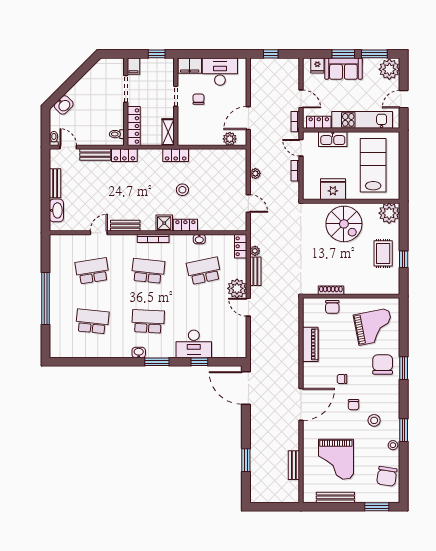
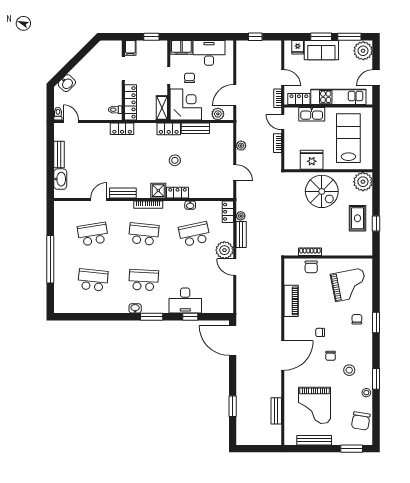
corner desk: (195, 128) -> (186, 105), added
bench: (95, 155) -> (195, 128), moved
chair: (383, 364) -> (357, 319), width x0.54, depth x0.54

